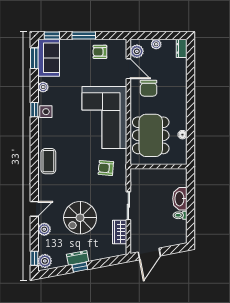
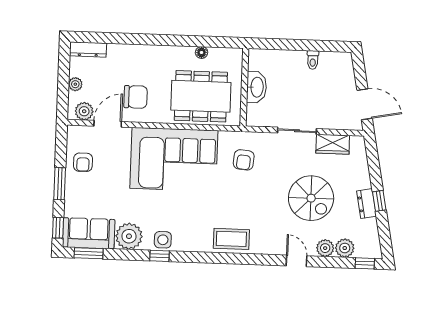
dresser: (182, 48) -> (88, 49), width x1.44
plant: (43, 87) -> (129, 236), width x1.88, depth x1.88
washbasin: (180, 199) -> (257, 87), moved, turned -90
plant: (45, 261) -> (345, 248), moved

